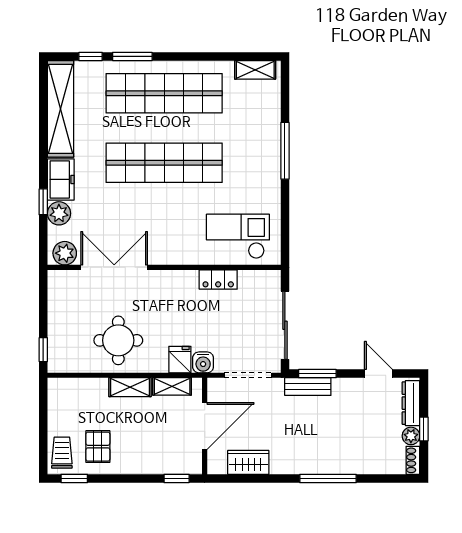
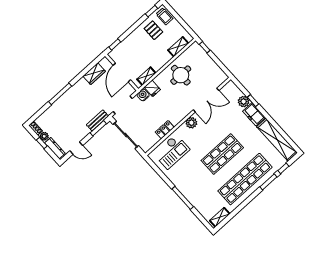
shop shelf: (164, 163) -> (222, 154), width x0.71
plant: (65, 253) -> (191, 123), moved
shelving: (130, 387) -> (178, 47), moved

